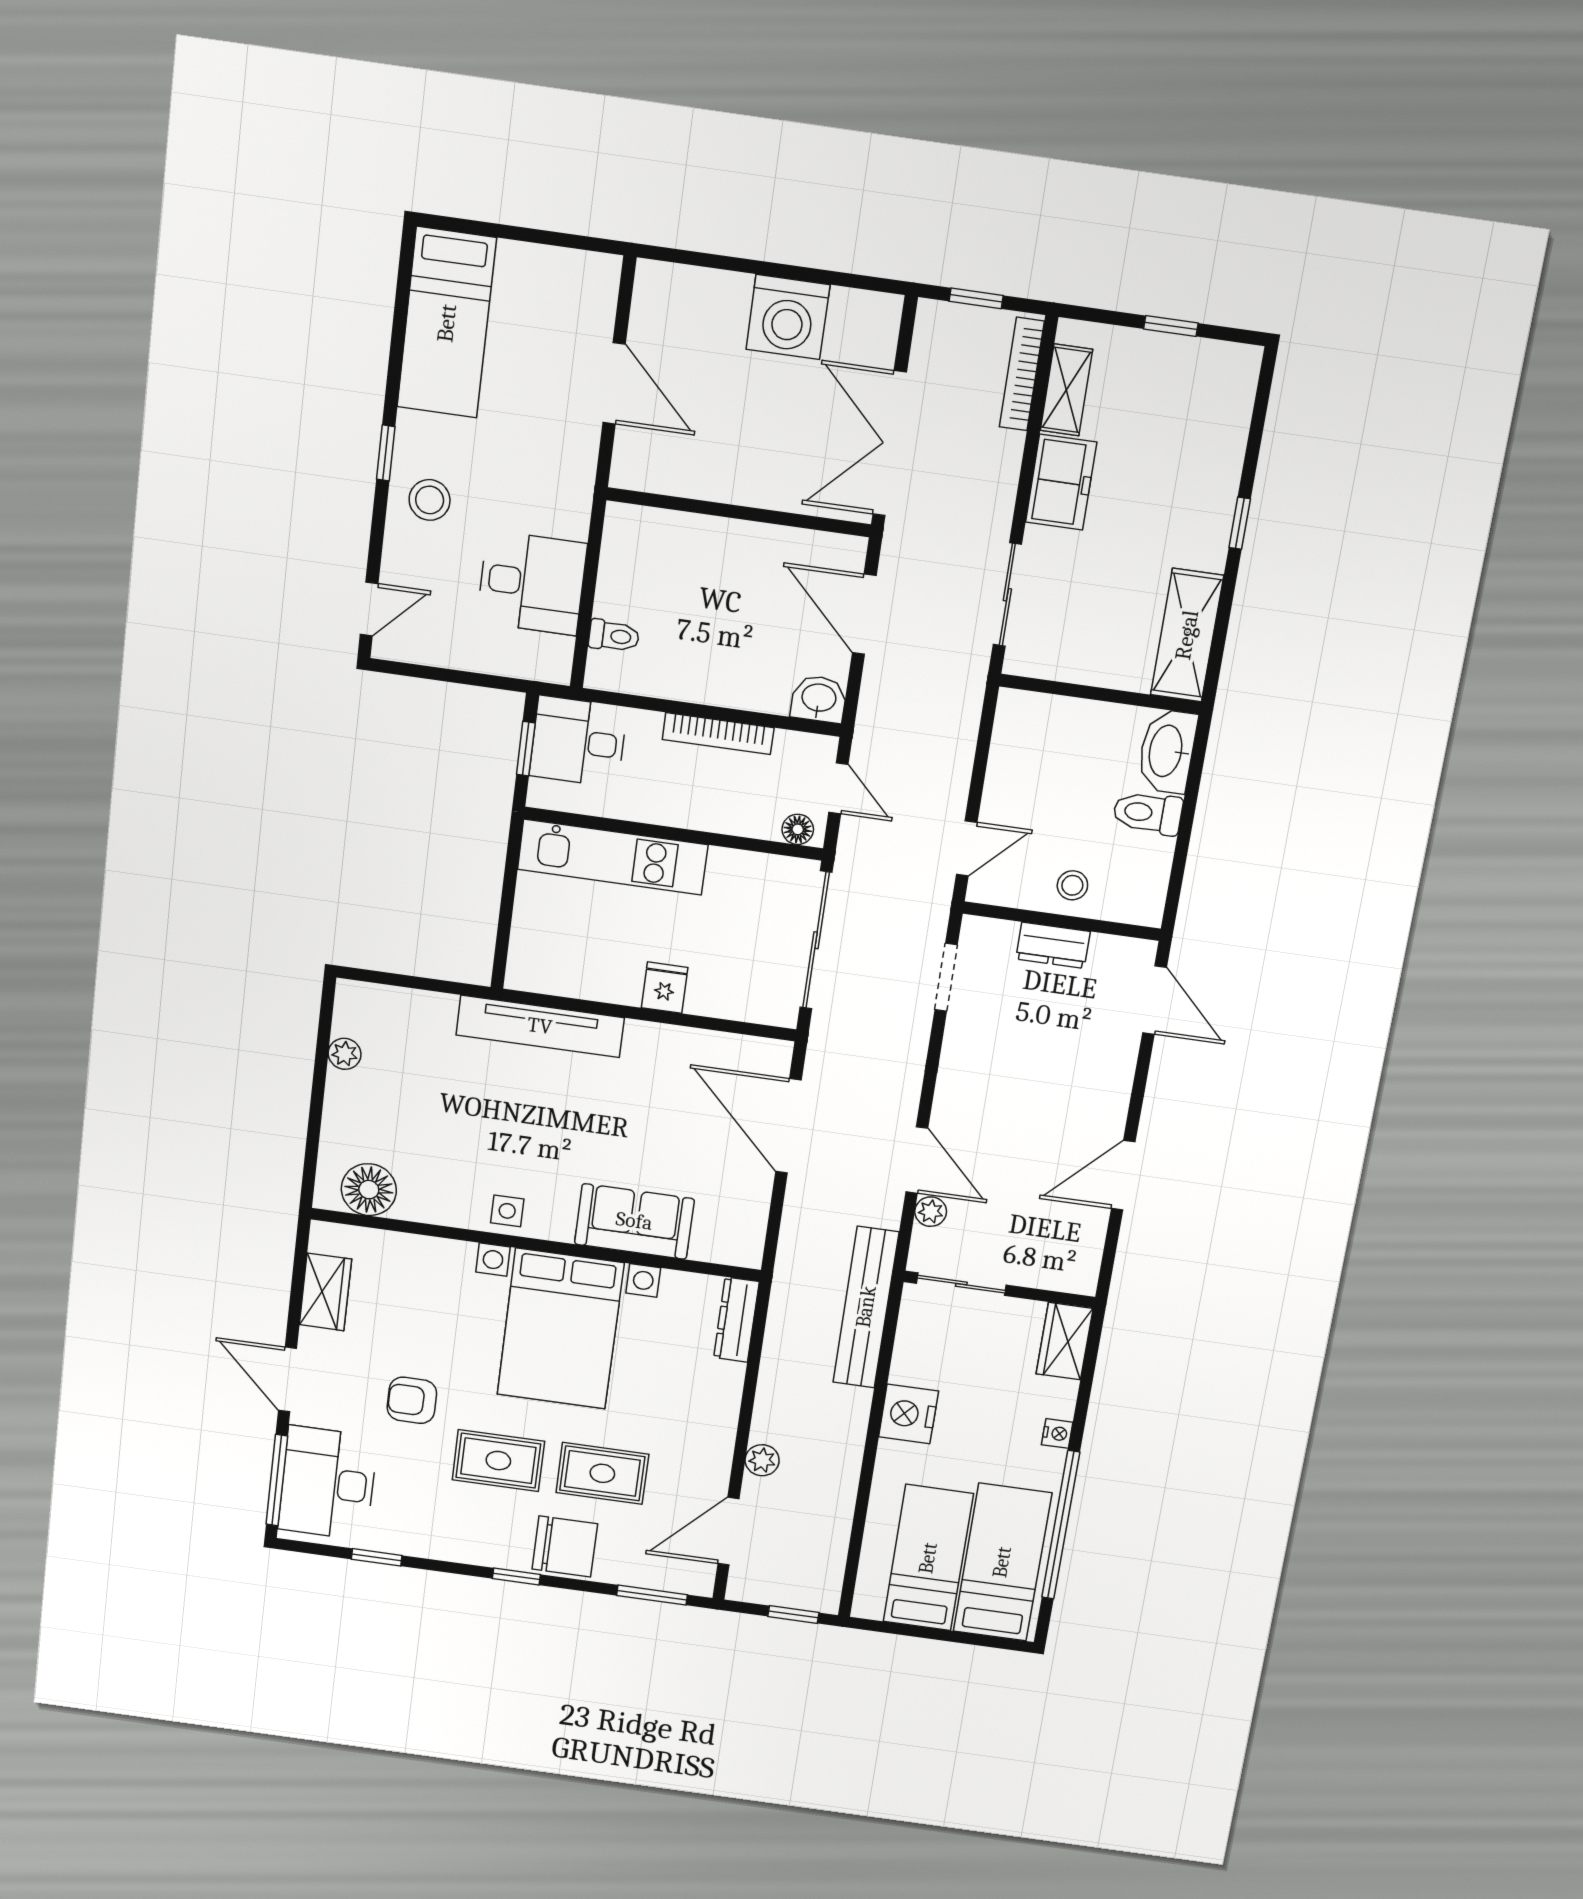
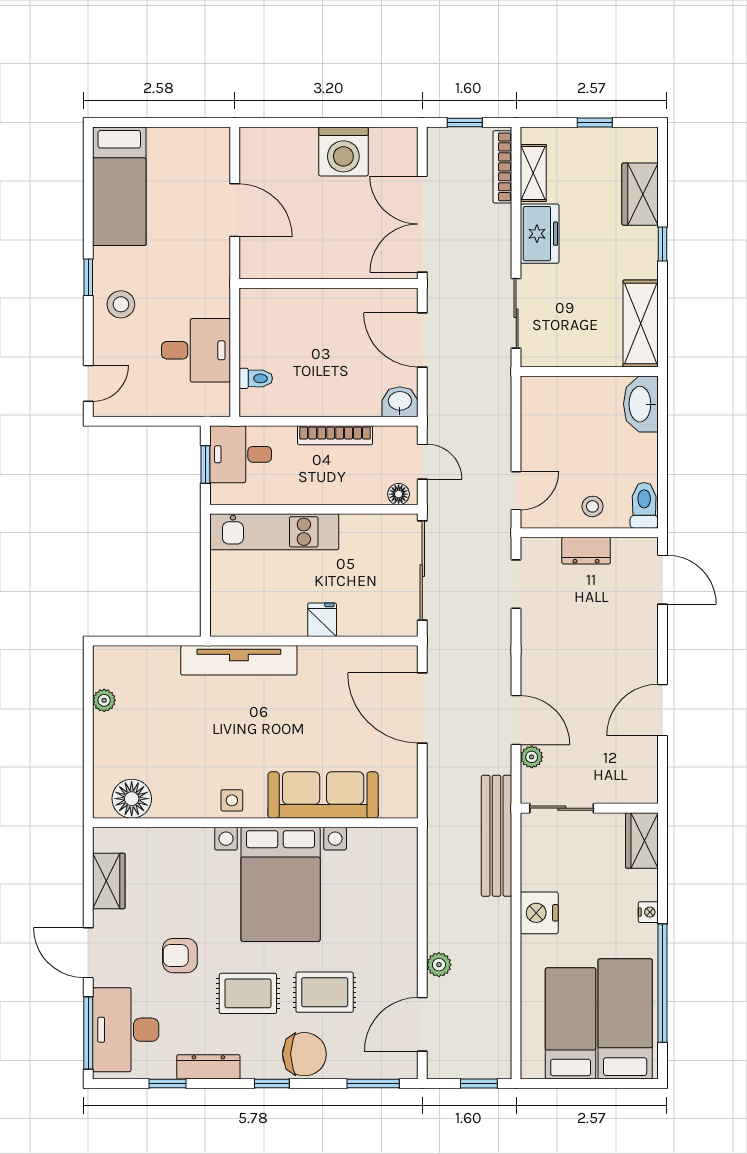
wardrobe: (1220, 444) -> (640, 194), added
toilet: (1148, 813) -> (644, 505), moved, turned 90
sofa: (634, 1221) -> (323, 795), width x1.36
dresser: (736, 1320) -> (208, 1067), moved, turned 90

